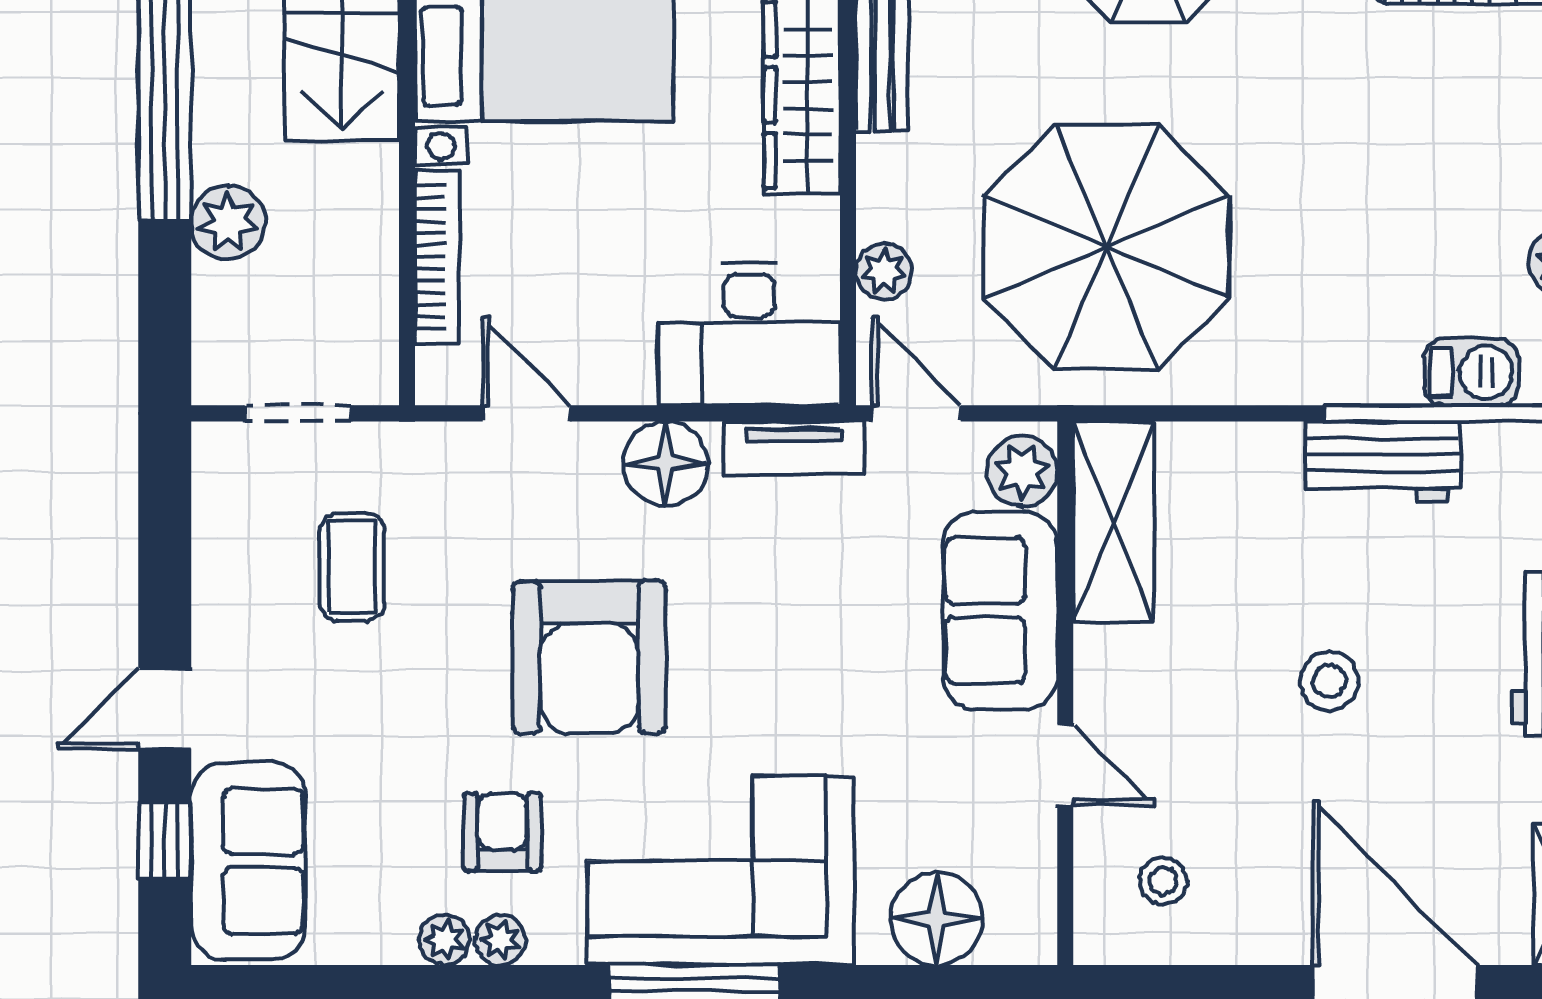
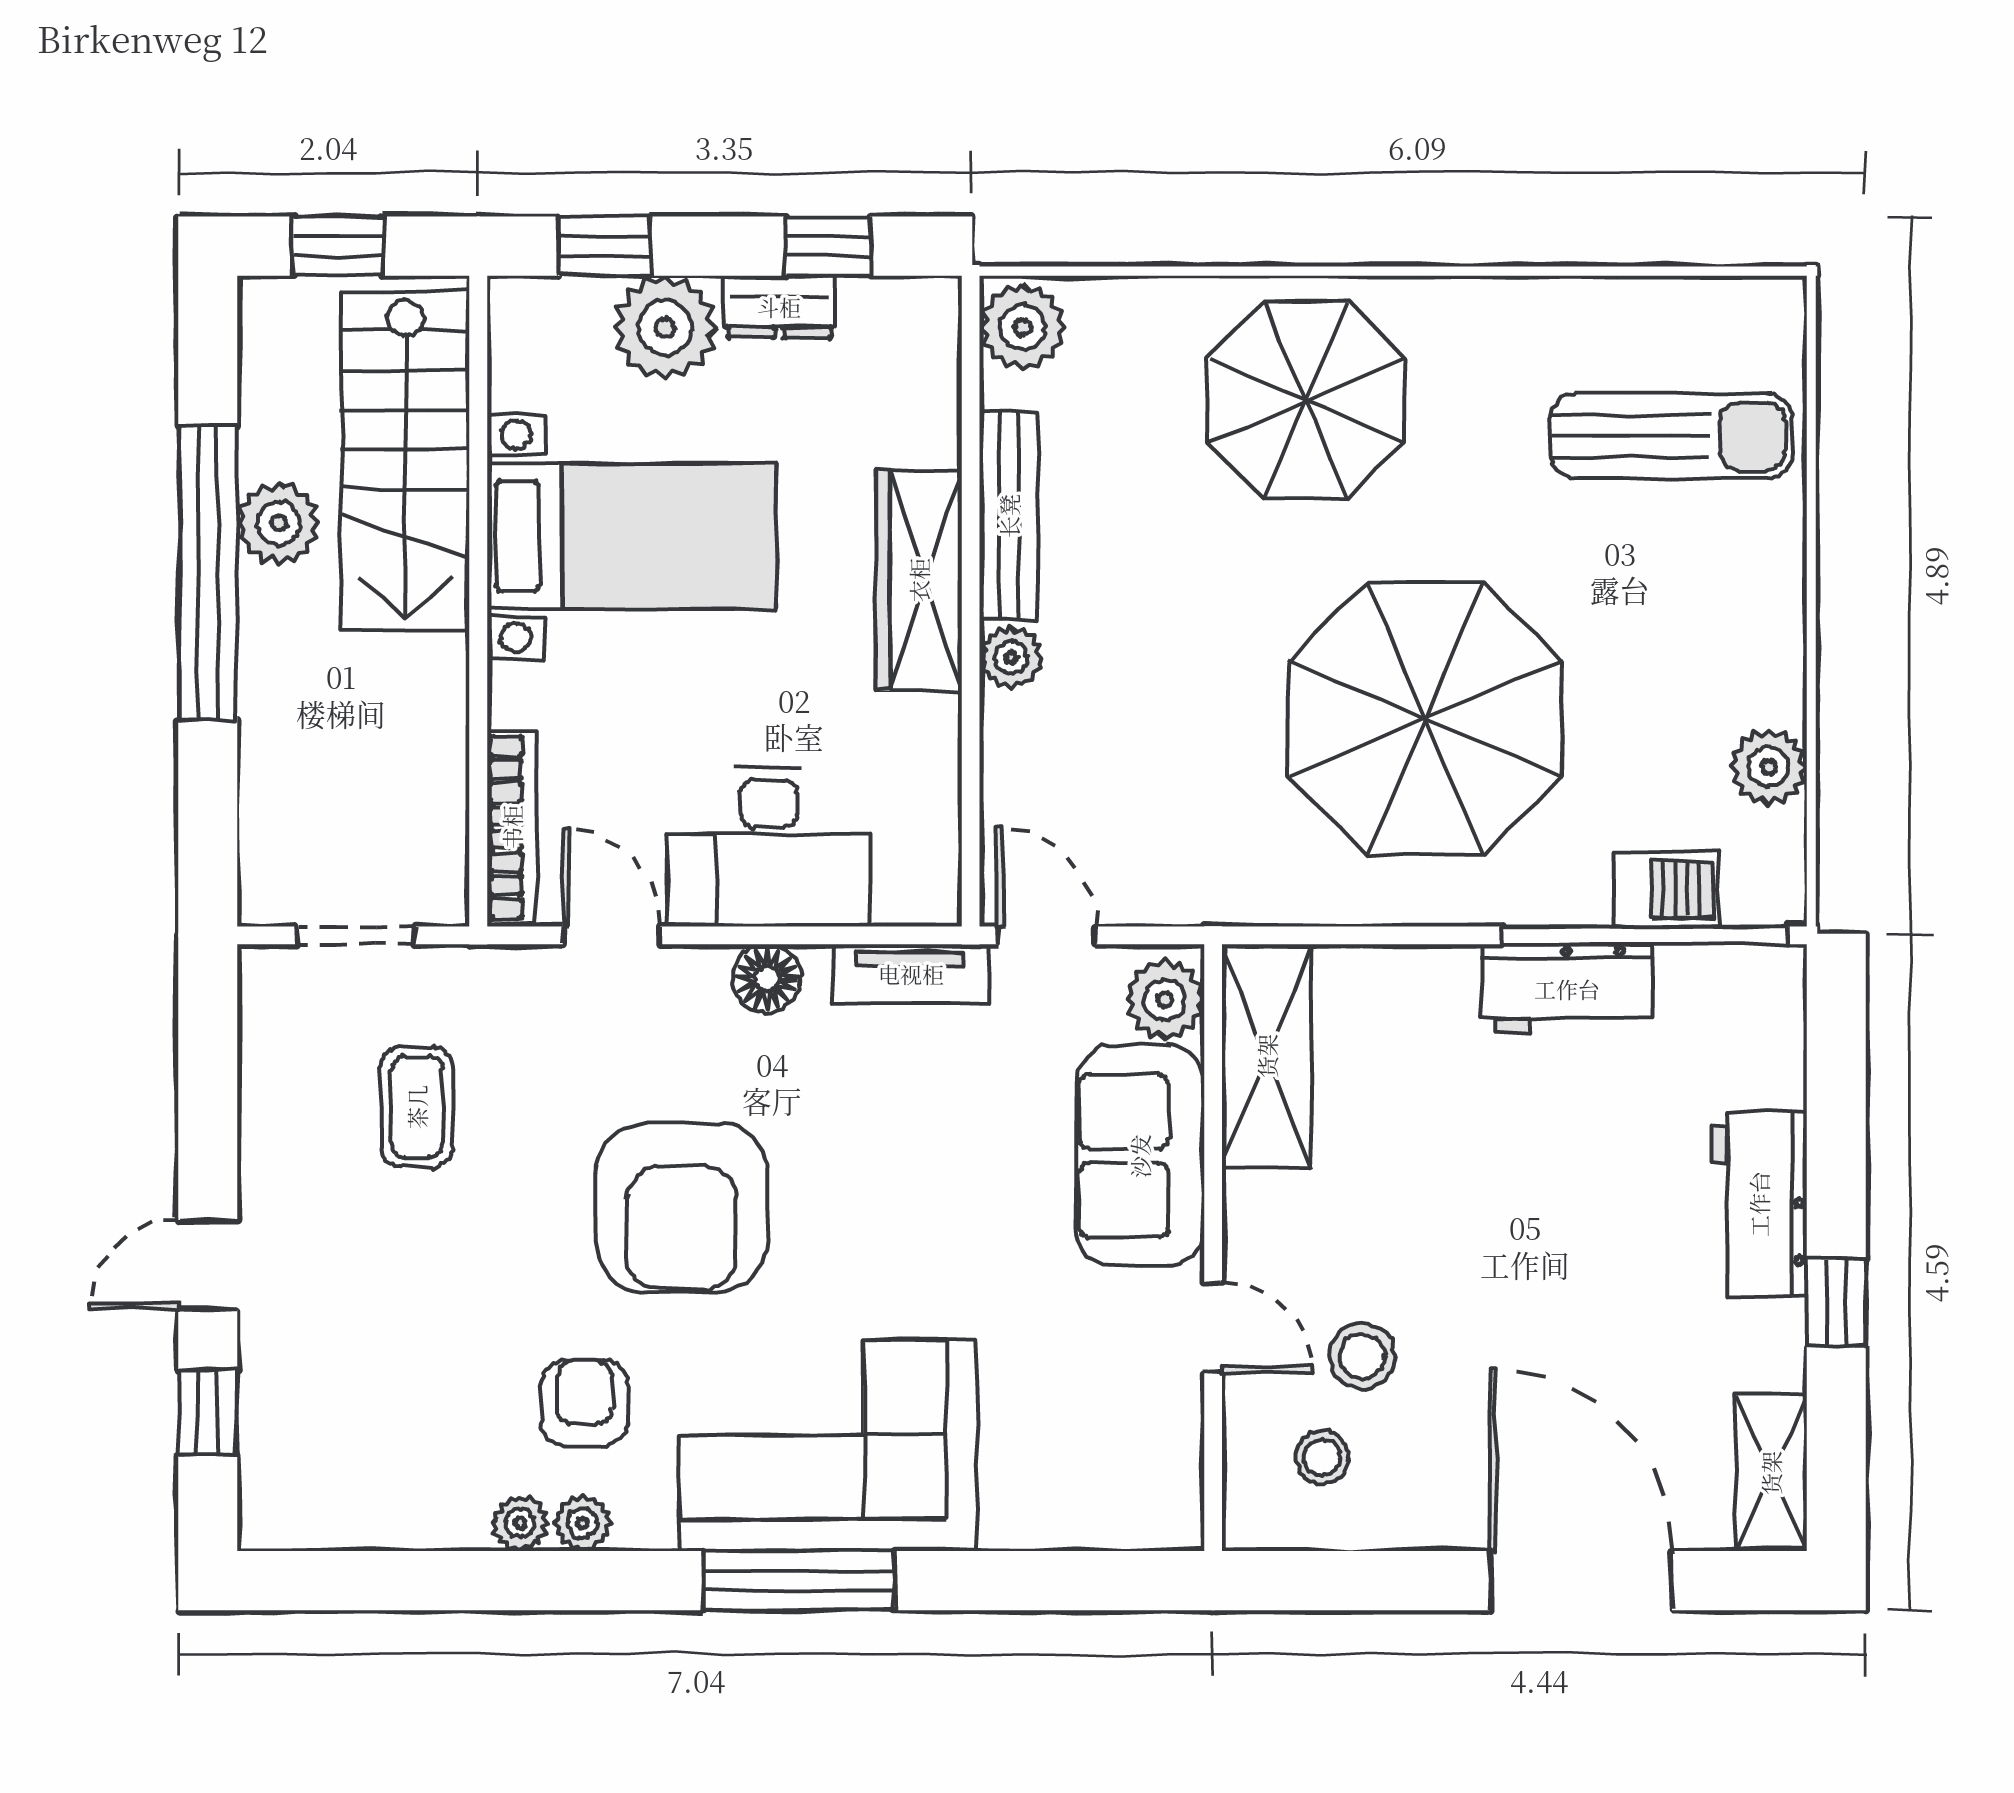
plant: (228, 223) -> (279, 523), moved
parasol: (1106, 247) -> (1425, 719), moved
bookcase: (437, 257) -> (512, 827), moved
plant: (884, 271) -> (1011, 658), moved
desk: (749, 334) -> (769, 847), moved
floor lamp: (666, 464) -> (767, 979), width x0.73, depth x0.73
stool: (1329, 681) -> (1362, 1356), moved
sofa: (248, 861) -> (301, 1435), removed
floor lamp: (937, 919) -> (1070, 1500), removed

